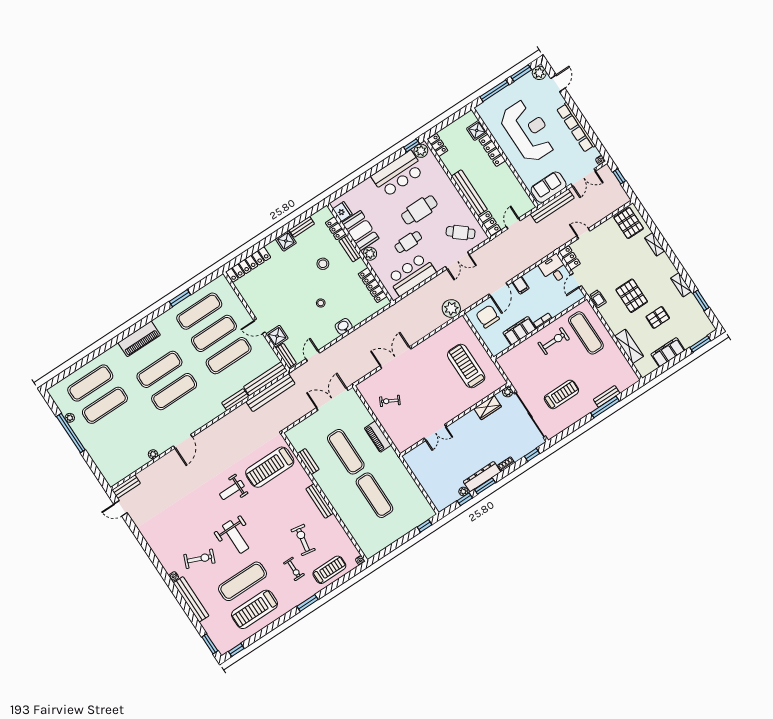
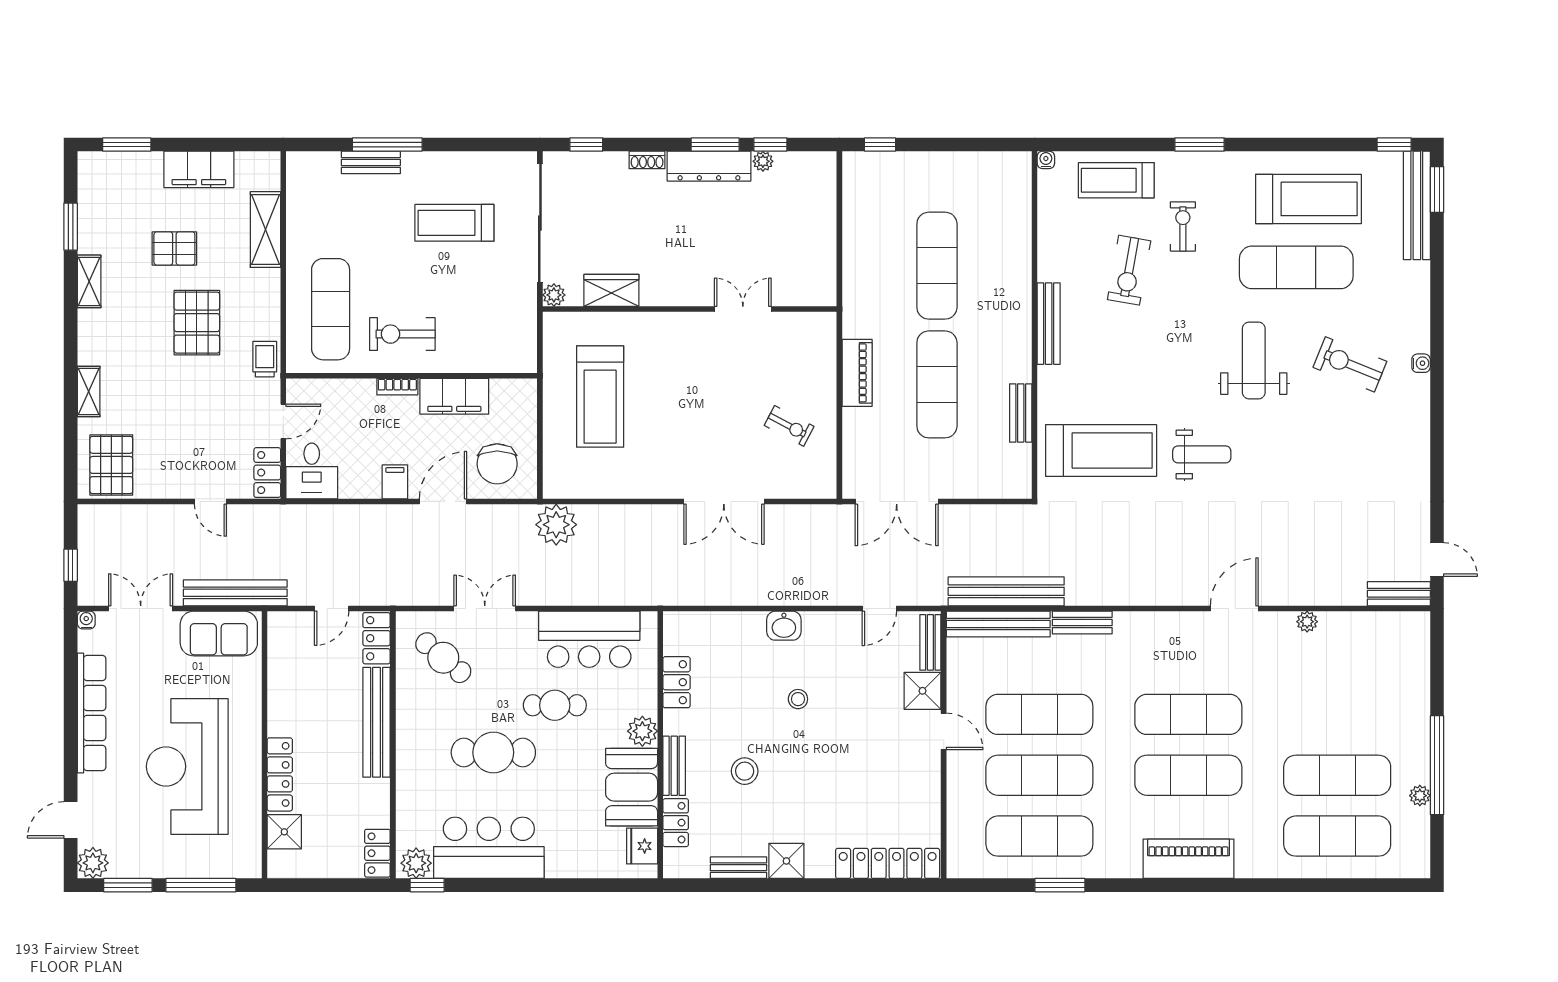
locker: (373, 285) -> (677, 682), width x0.66
bench: (191, 599) -> (1417, 205), moved

